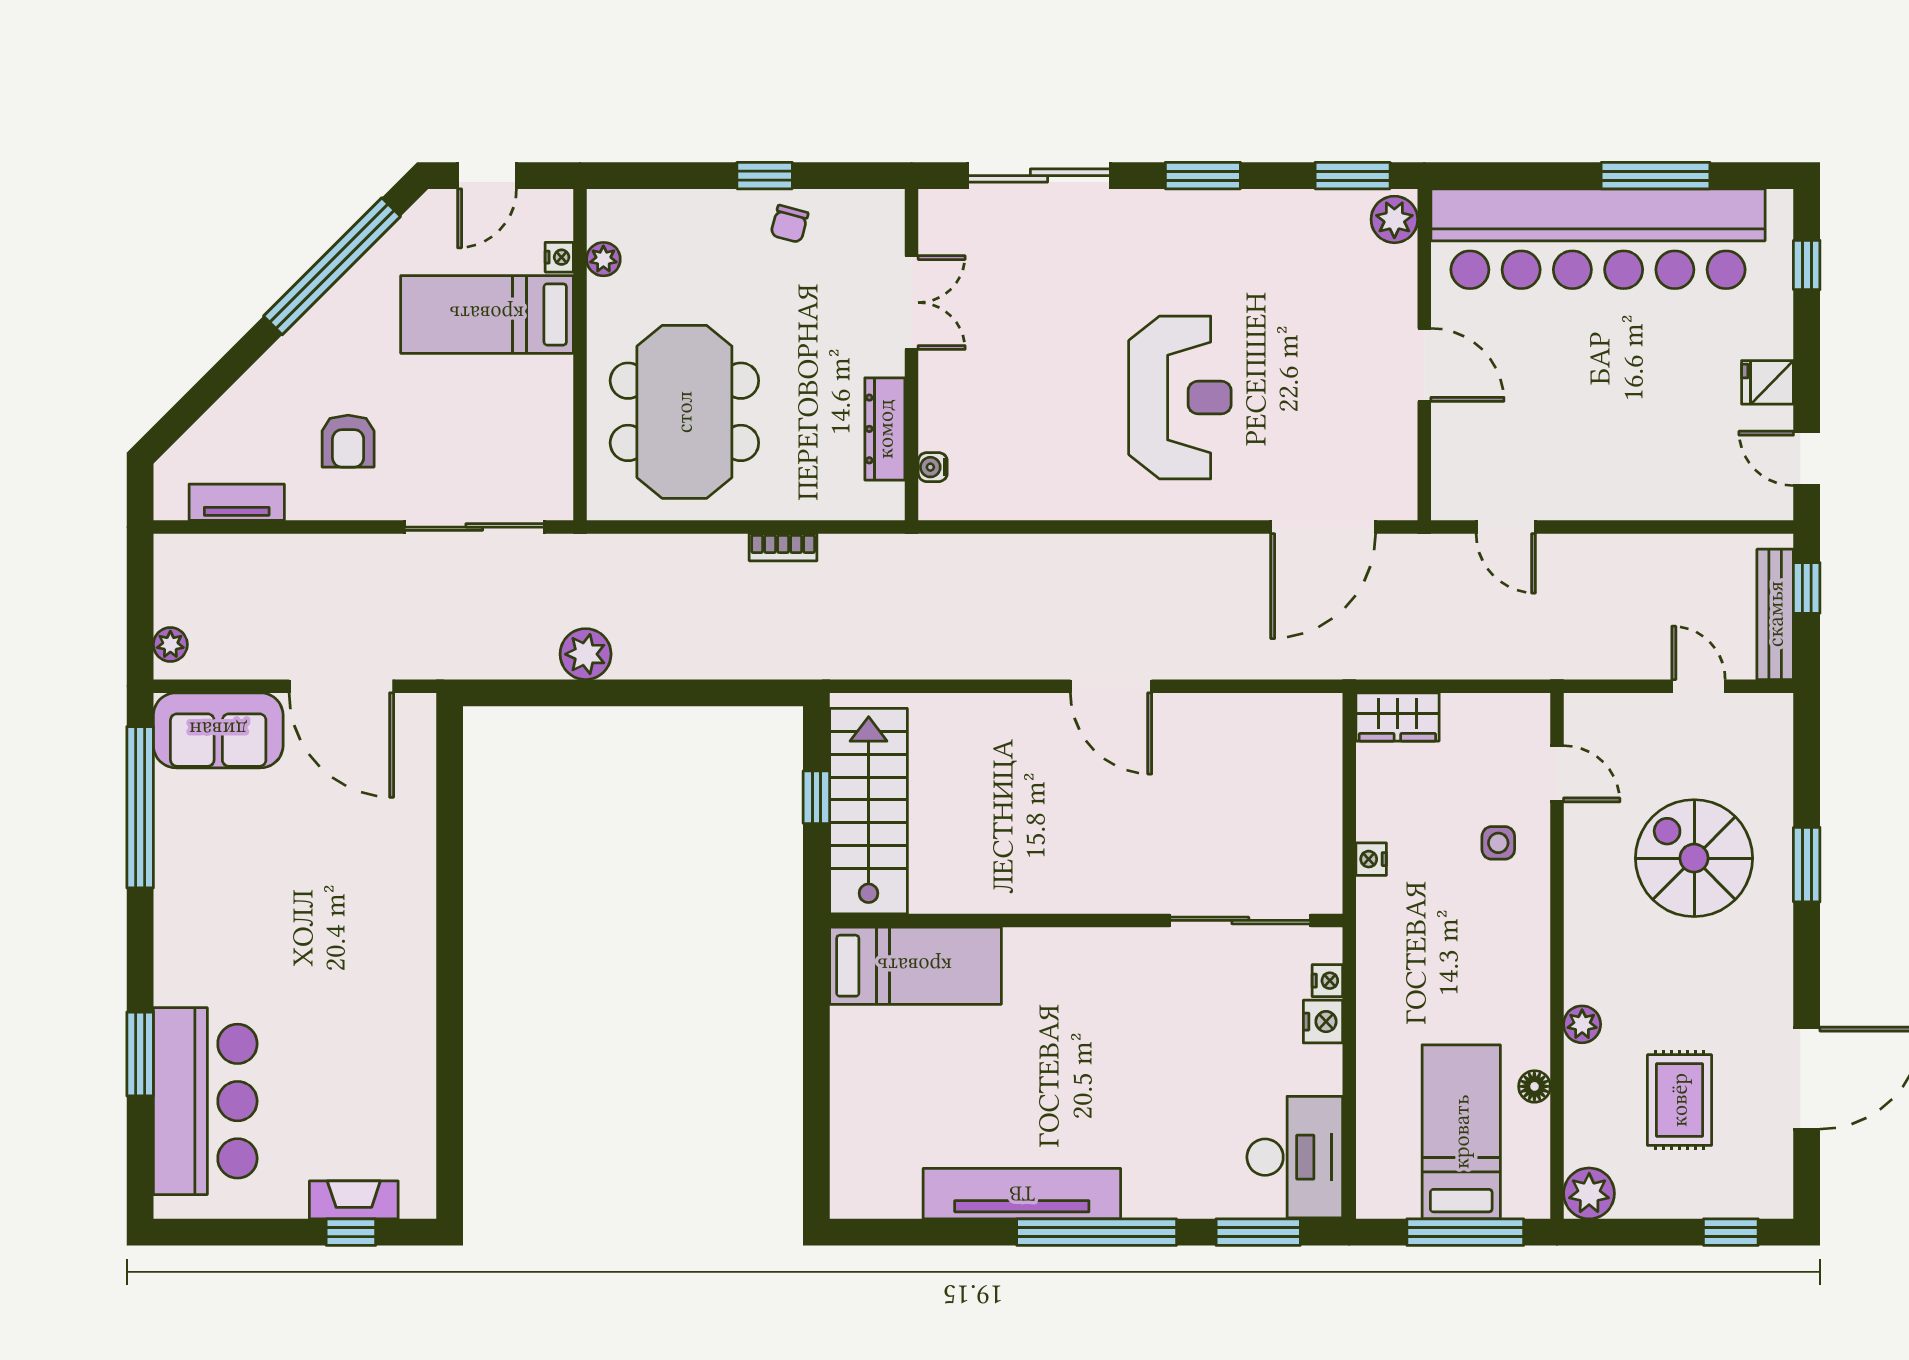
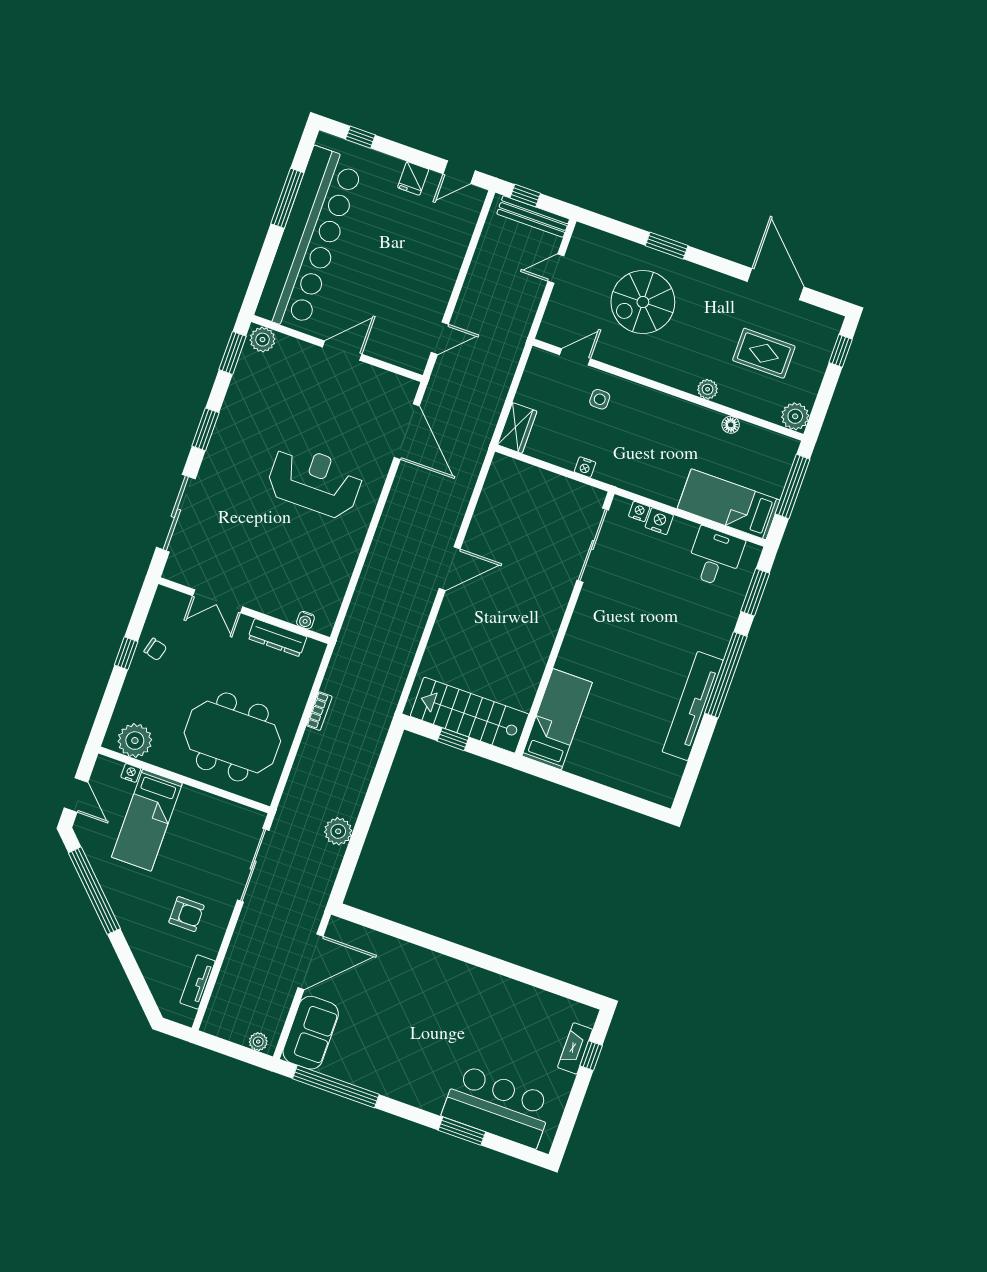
plant: (603, 259) -> (135, 741), width x1.88, depth x1.88
double door: (912, 303) -> (218, 601), swing flipped
bed: (1461, 1132) -> (729, 504), moved
desk: (1295, 1157) -> (715, 557), width x0.73

